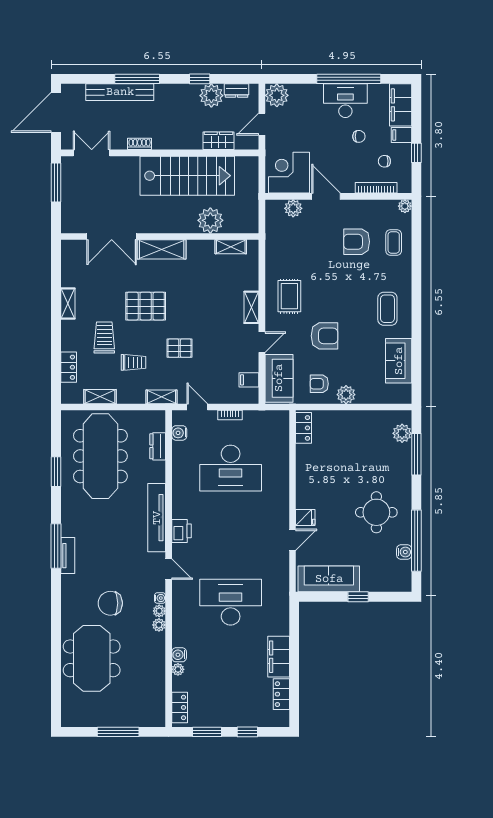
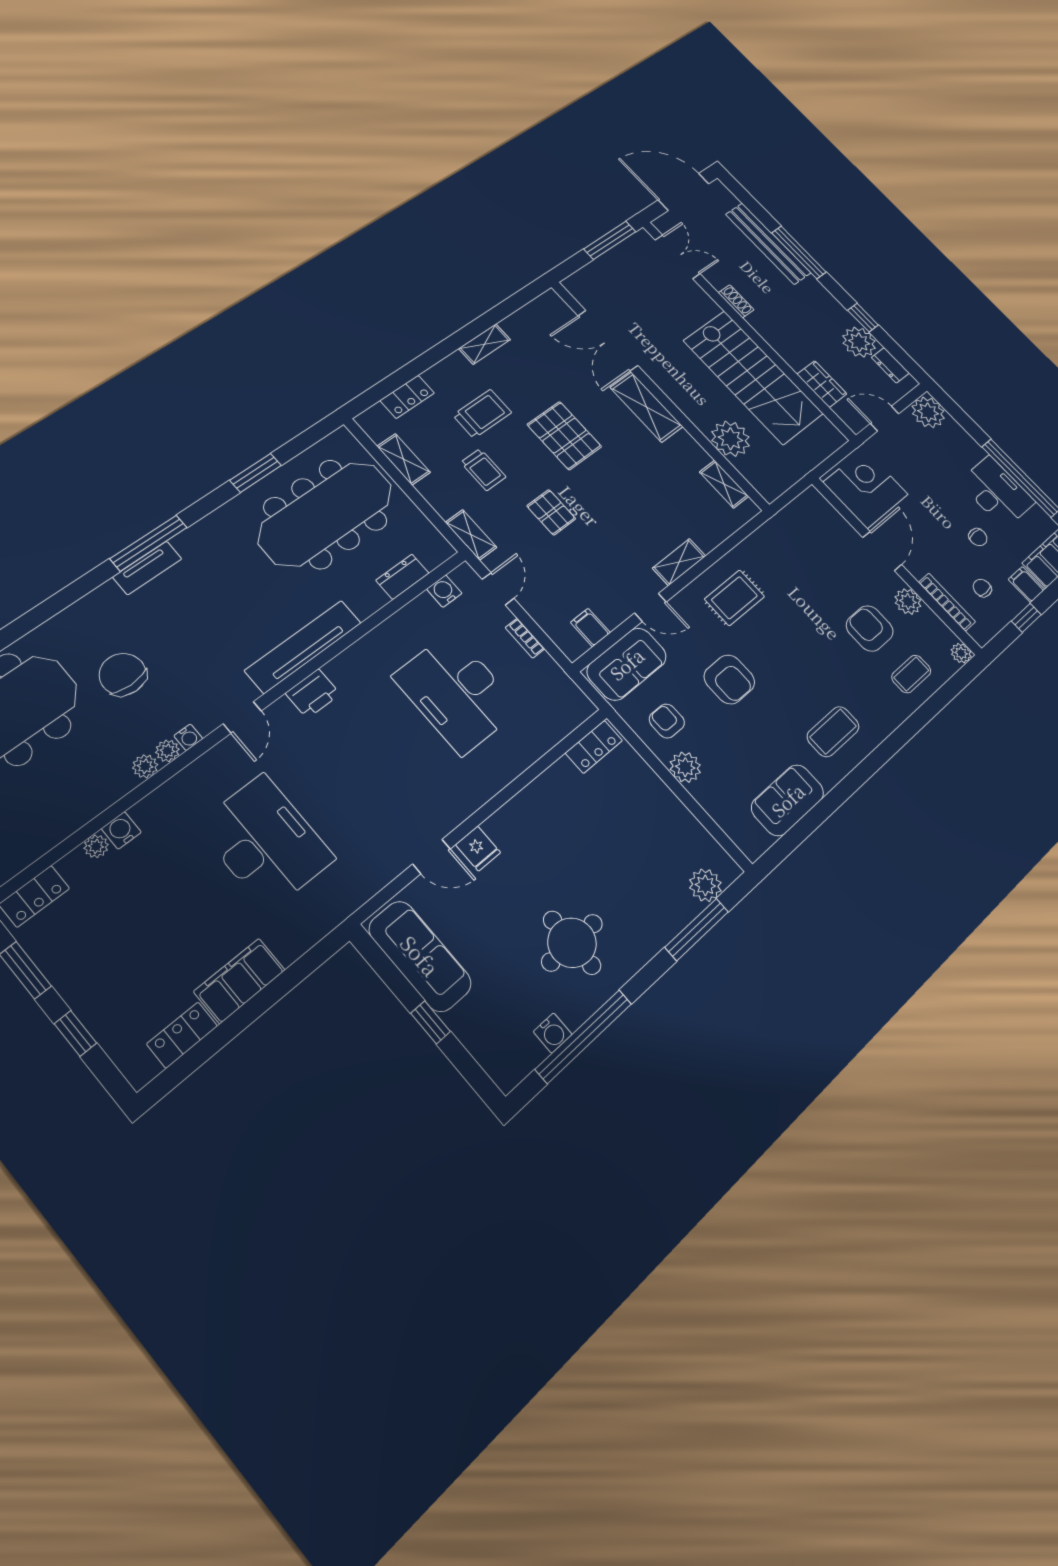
plant: (293, 208) -> (908, 601), moved

